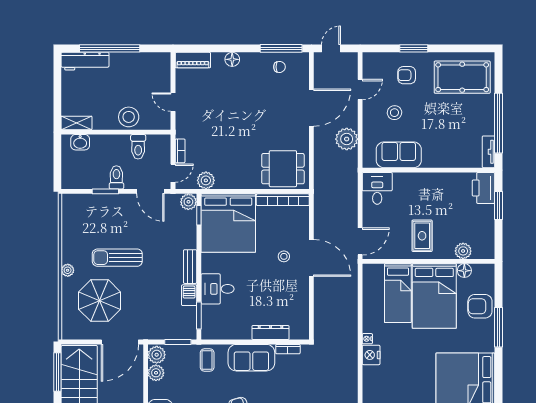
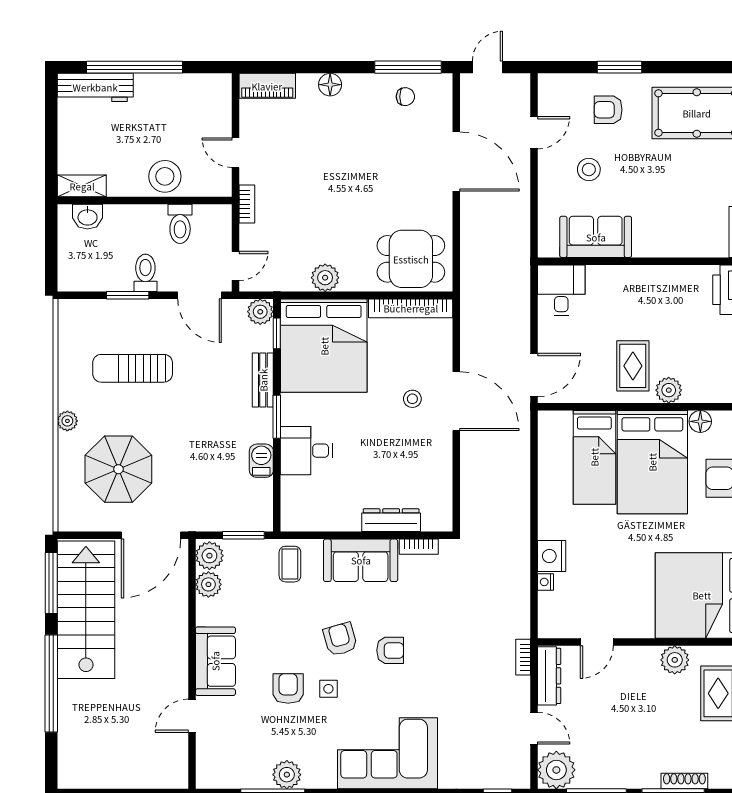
door: (311, 108) -> (456, 161), hinge flipped
plant: (347, 139) -> (513, 212), removed
bookcase: (180, 151) -> (247, 204), moved
plant: (206, 180) -> (325, 278), moved
plant: (463, 251) -> (669, 390), moved
sun lounger: (117, 258) -> (133, 368), moved
bench: (190, 267) -> (263, 380), moved
window: (199, 316) -> (277, 417), moved
nightstand: (367, 339) -> (545, 582), moved

